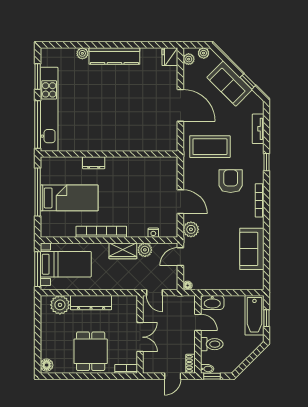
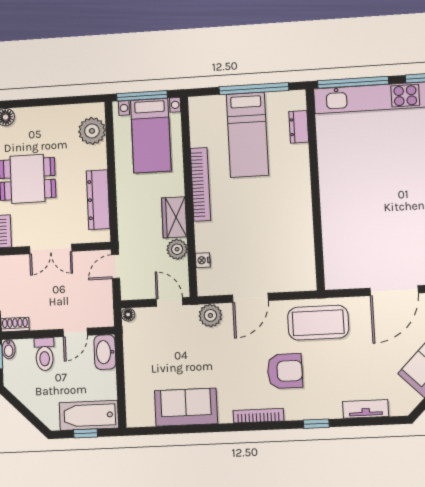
coffee table: (210, 147) -> (318, 323), moved, turned 90
dresser: (94, 163) -> (299, 127), moved
dresser: (91, 303) -> (98, 200), moved

